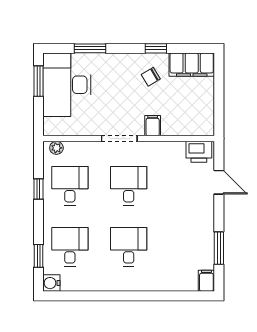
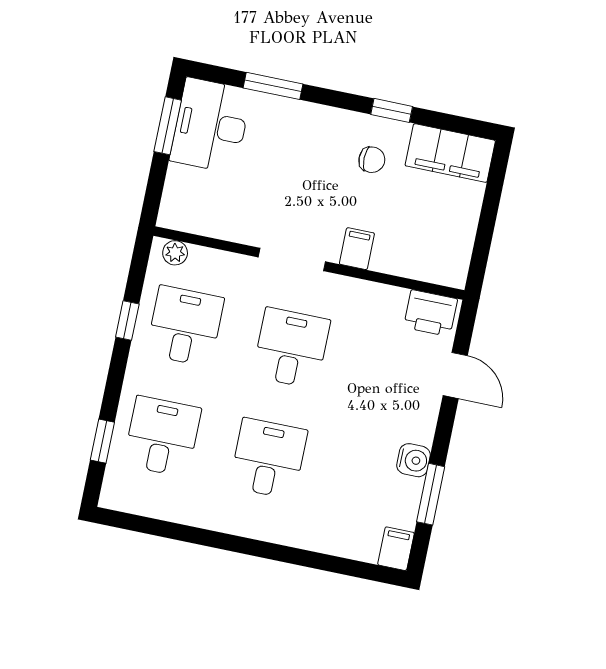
chair: (151, 77) -> (372, 160), turned -149
desk: (67, 85) -> (211, 125), width x0.73, depth x0.77
water cooler: (51, 283) -> (414, 460), moved, turned 180

